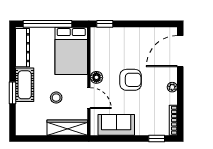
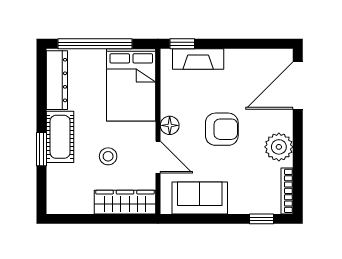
fireplace: (115, 34) -> (198, 59), added
plant: (172, 87) -> (279, 147), width x1.87, depth x1.87

